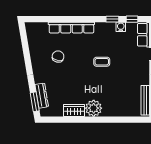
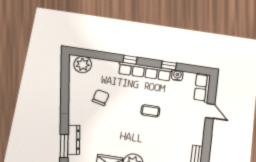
window: (132, 19) -> (130, 60), moved
row of seats: (71, 28) -> (145, 71), moved
plant: (38, 30) -> (83, 64), added

